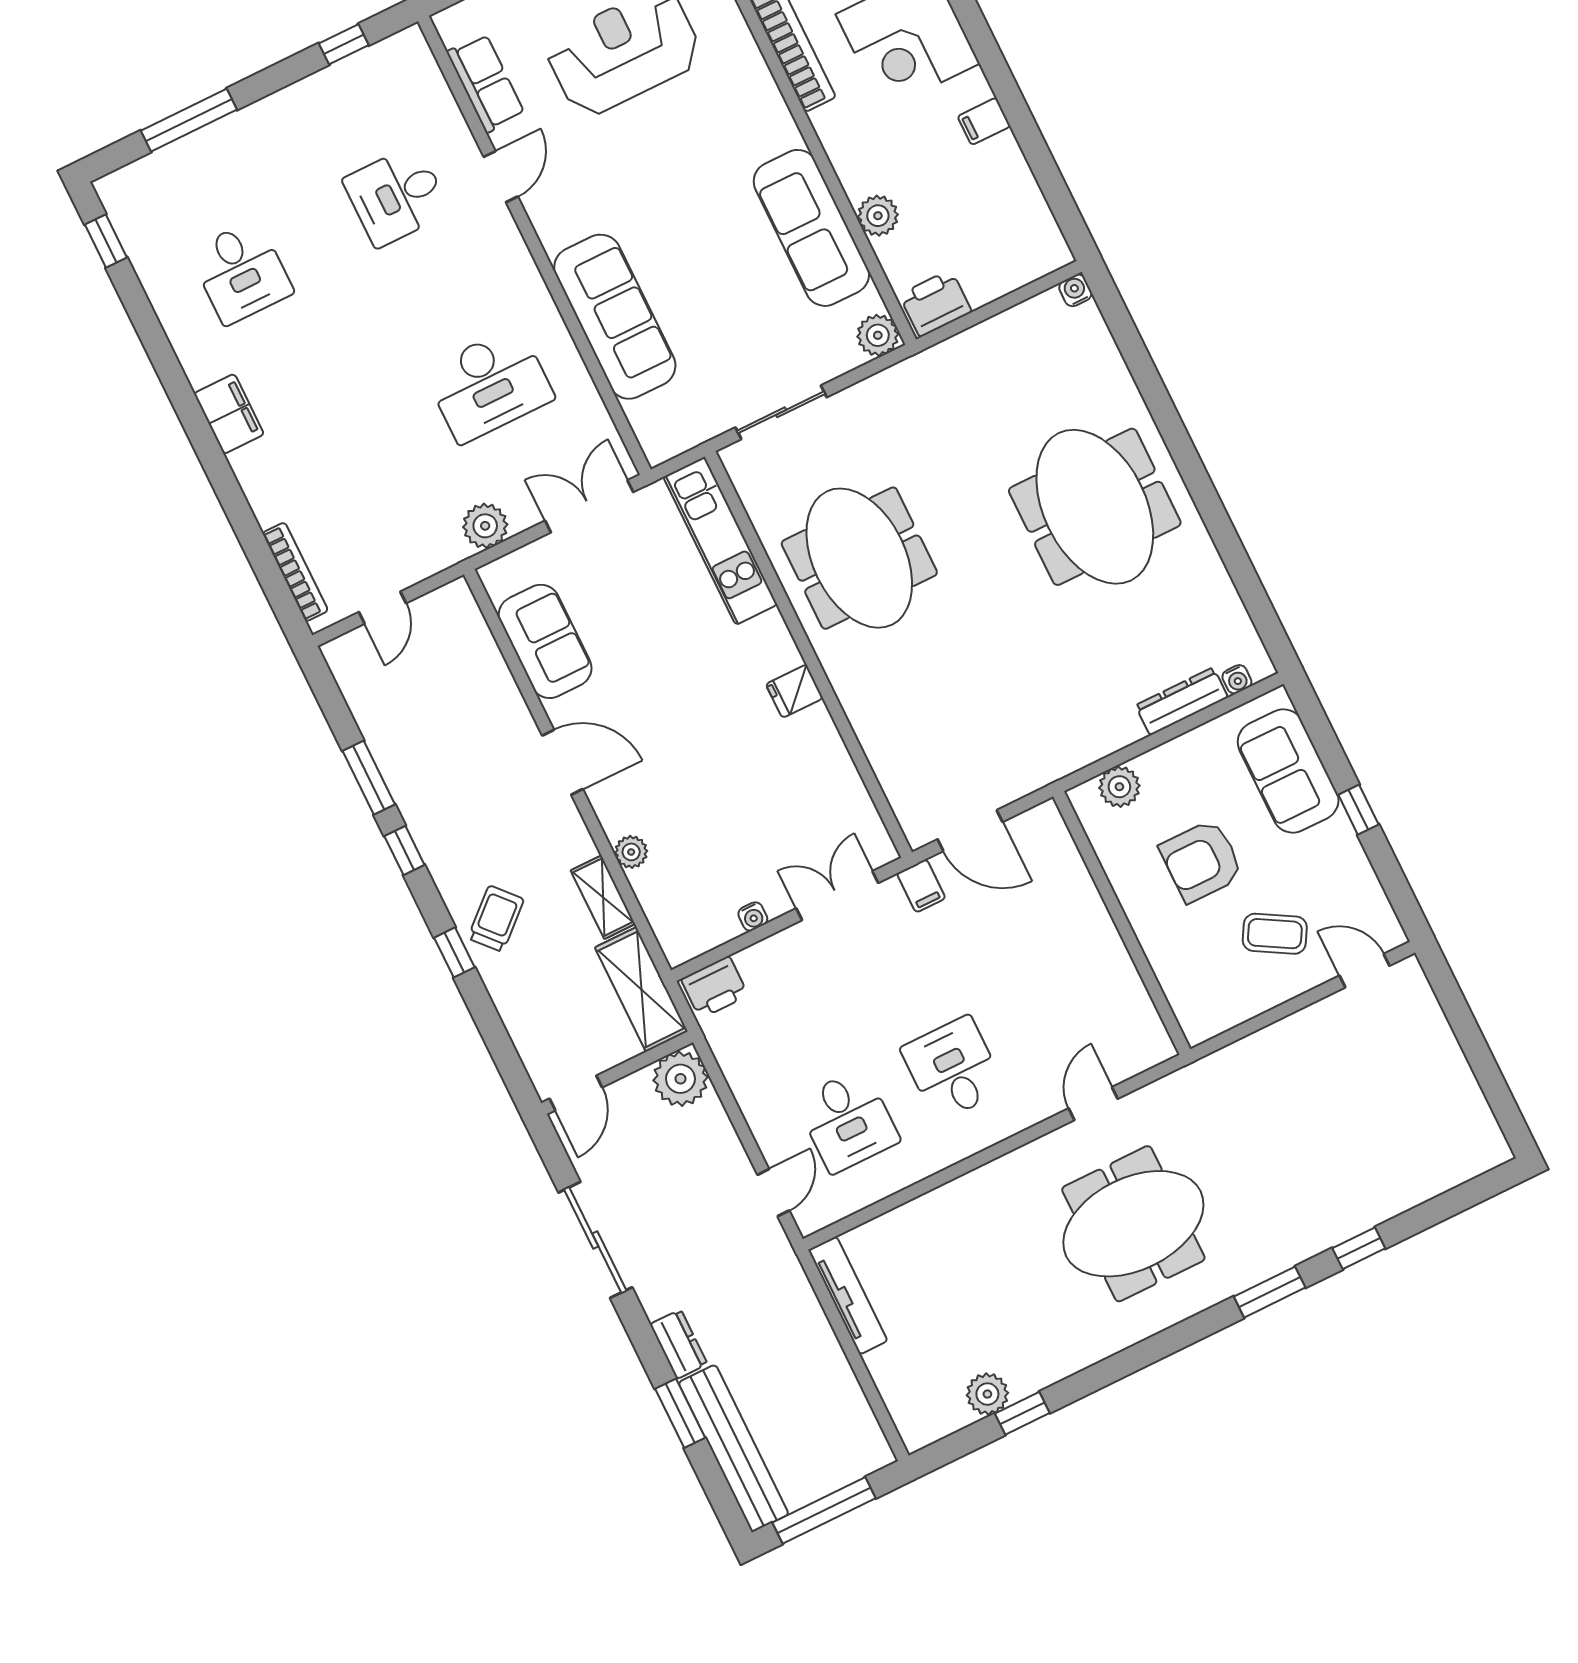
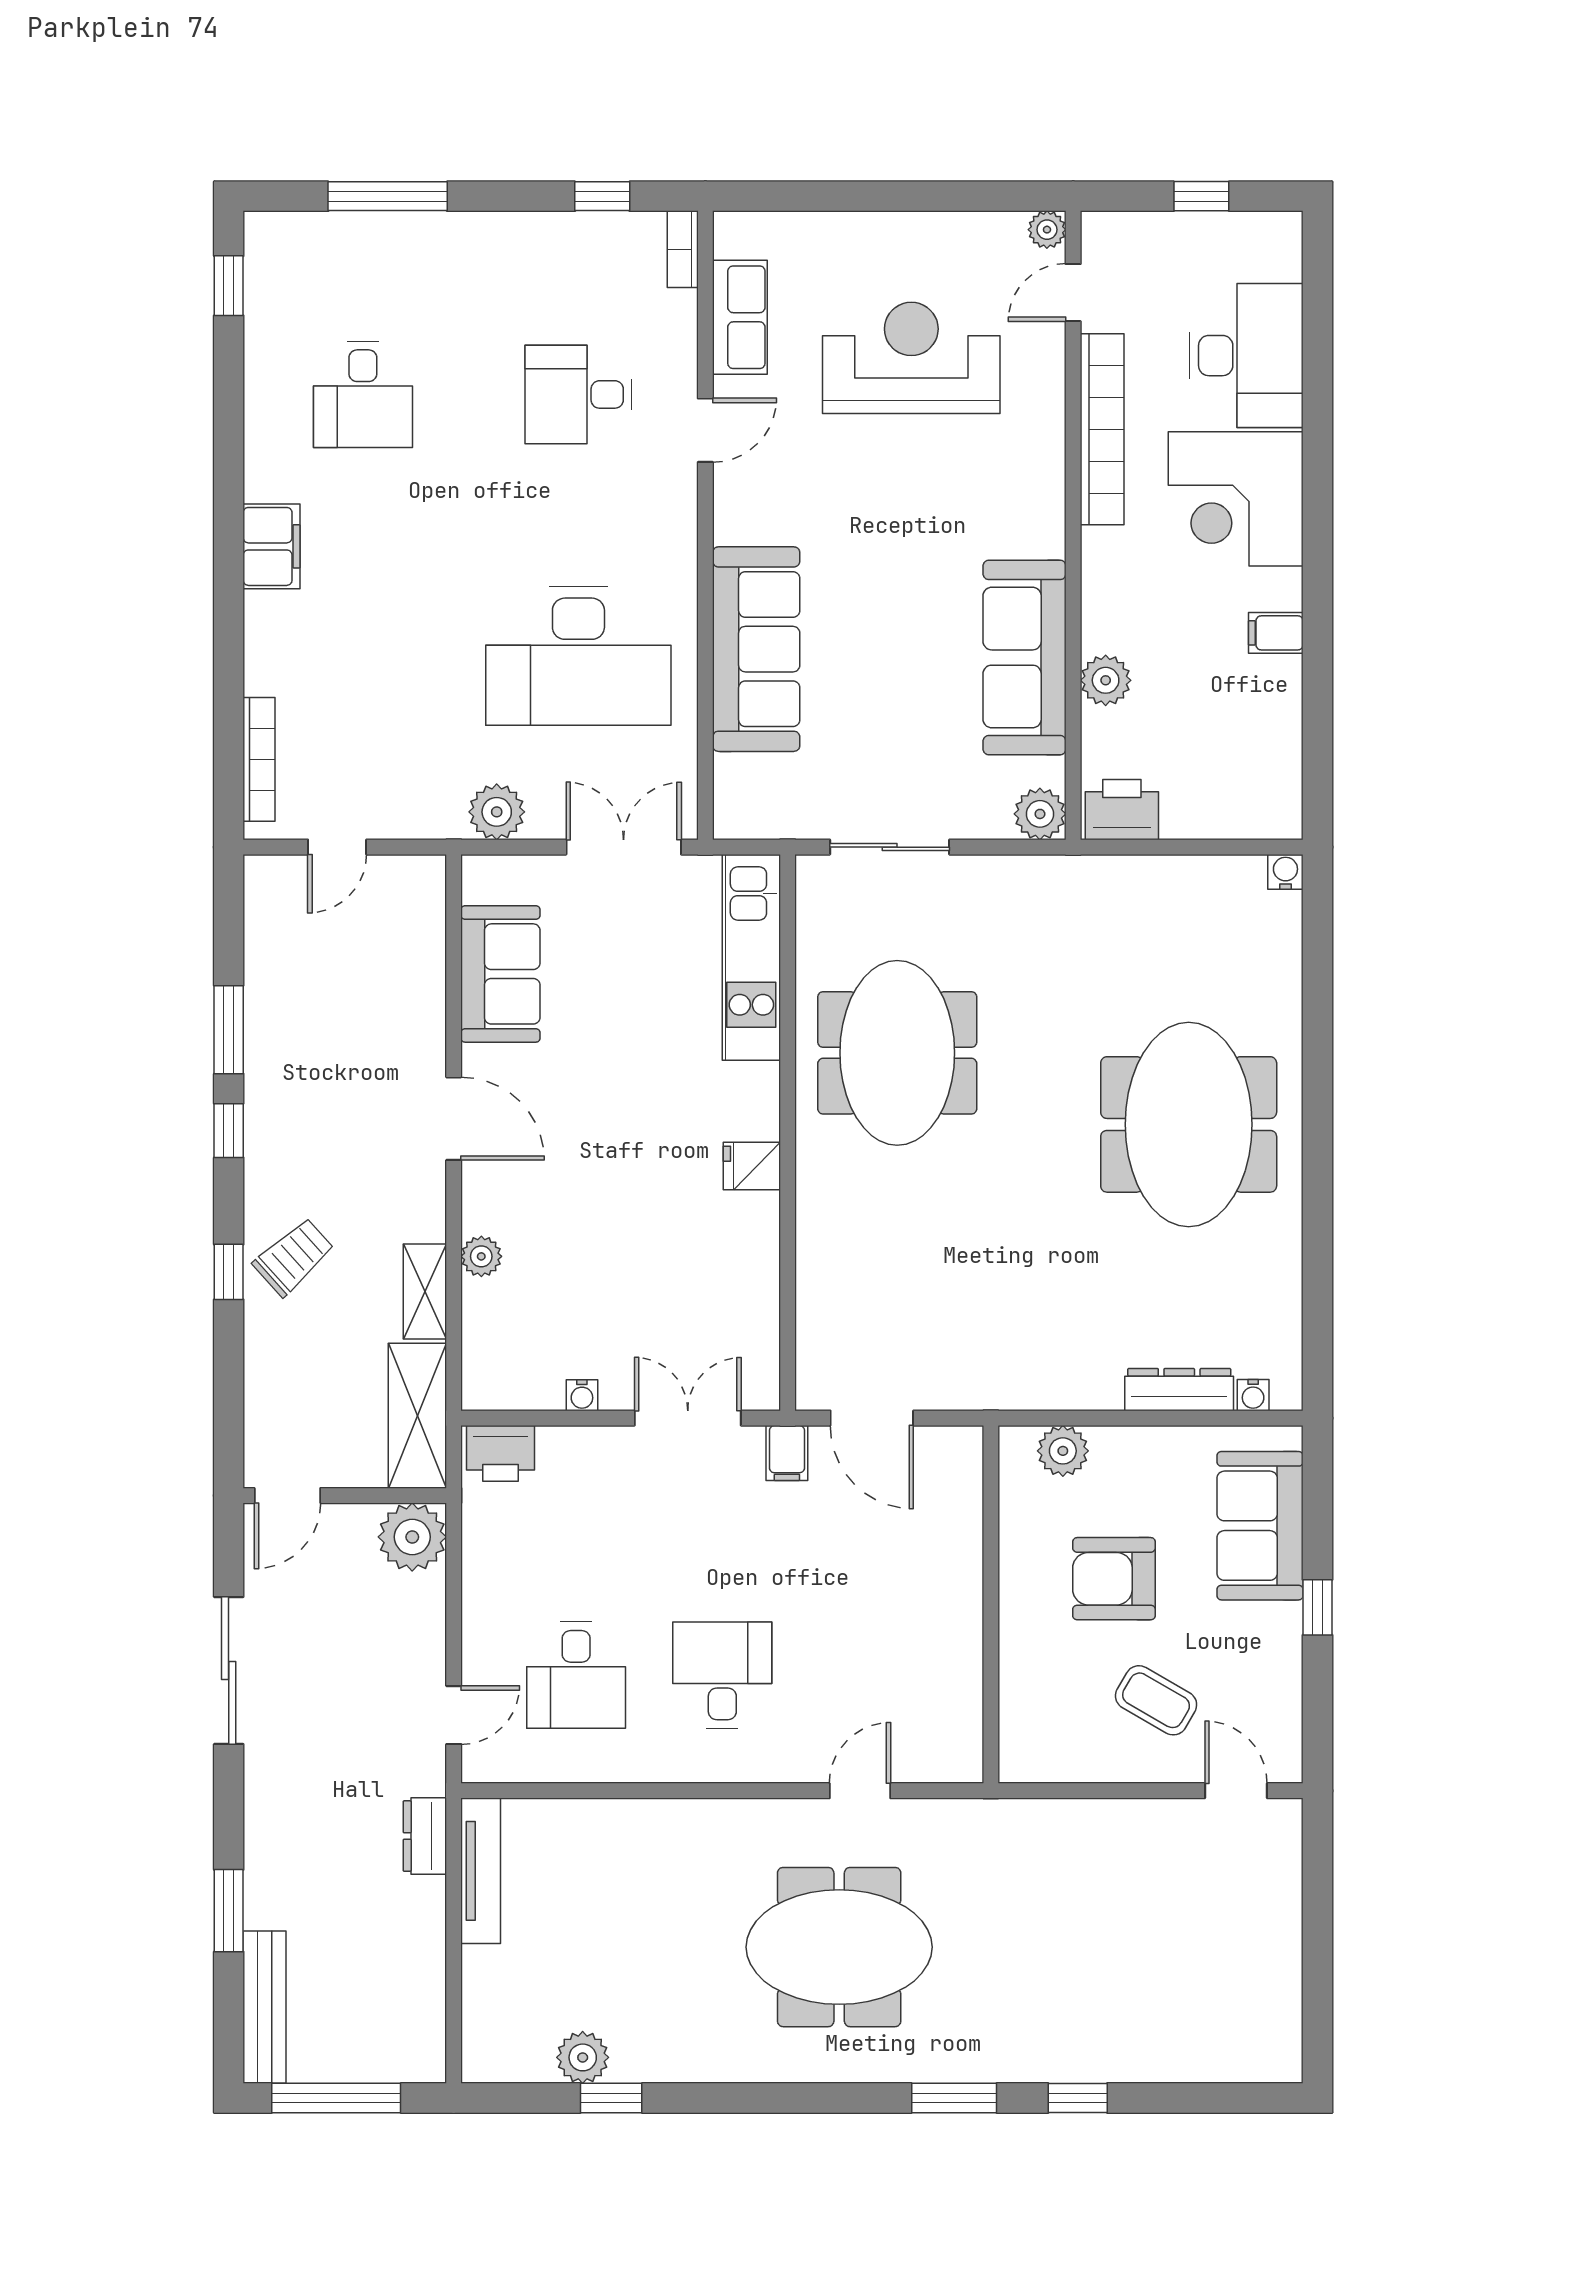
bookcase: (420, 54) -> (683, 249), added
desk: (489, 385) -> (578, 656), width x1.36, depth x1.30
dresser: (679, 1344) -> (425, 1836), moved, turned 180
bench: (734, 1448) -> (265, 2007), width x0.73, depth x0.82

